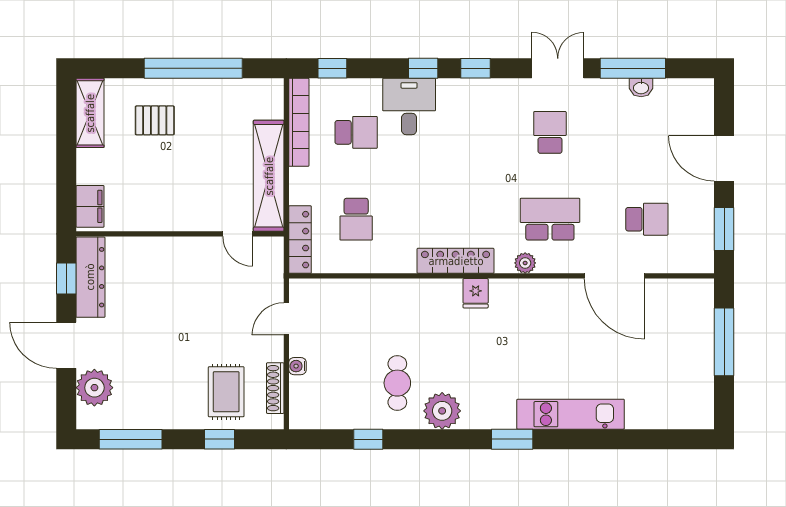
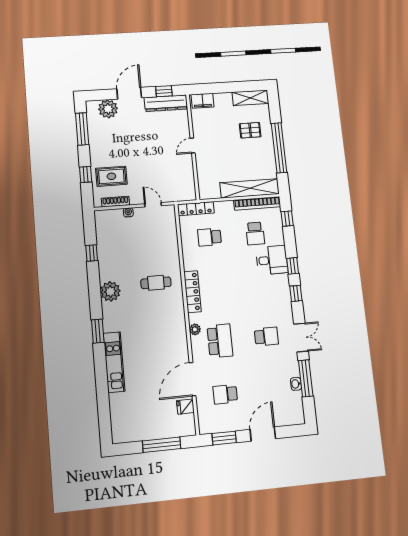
pallet: (155, 120) -> (250, 130), turned 90
shelving: (269, 176) -> (250, 188), moved
school desk: (647, 219) -> (225, 394), turned 90
door: (238, 234) -> (193, 146), moved
fridge: (476, 293) -> (185, 407), moved
cafe table: (397, 383) -> (156, 283), moved

